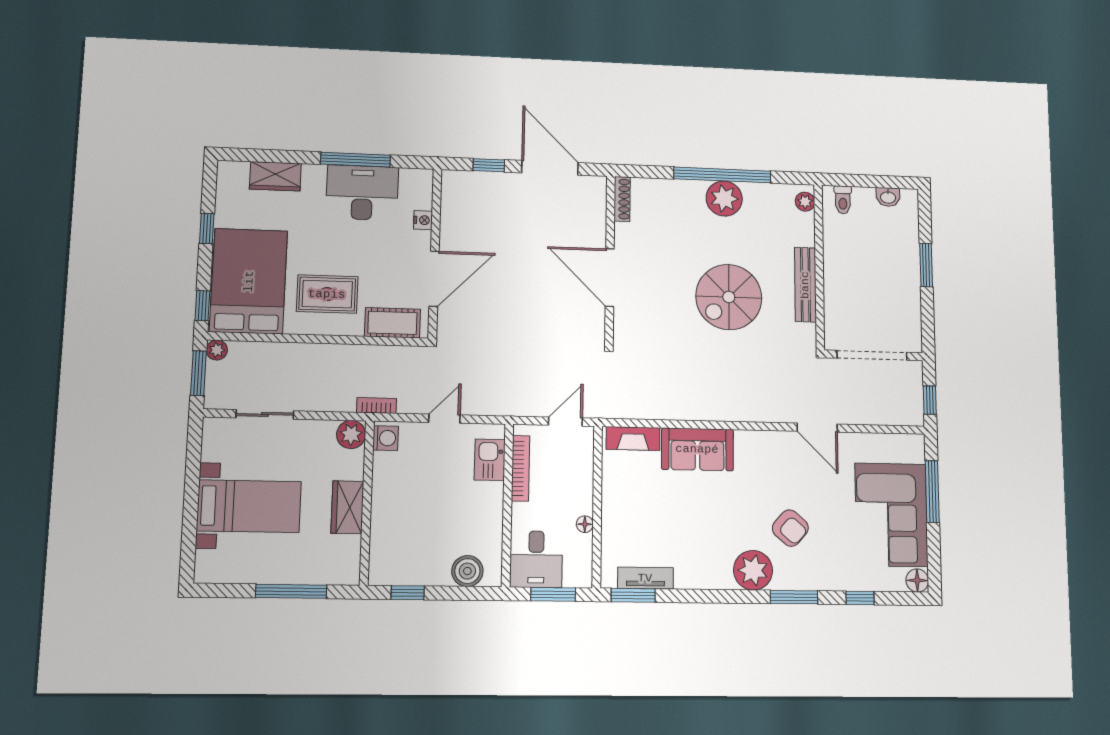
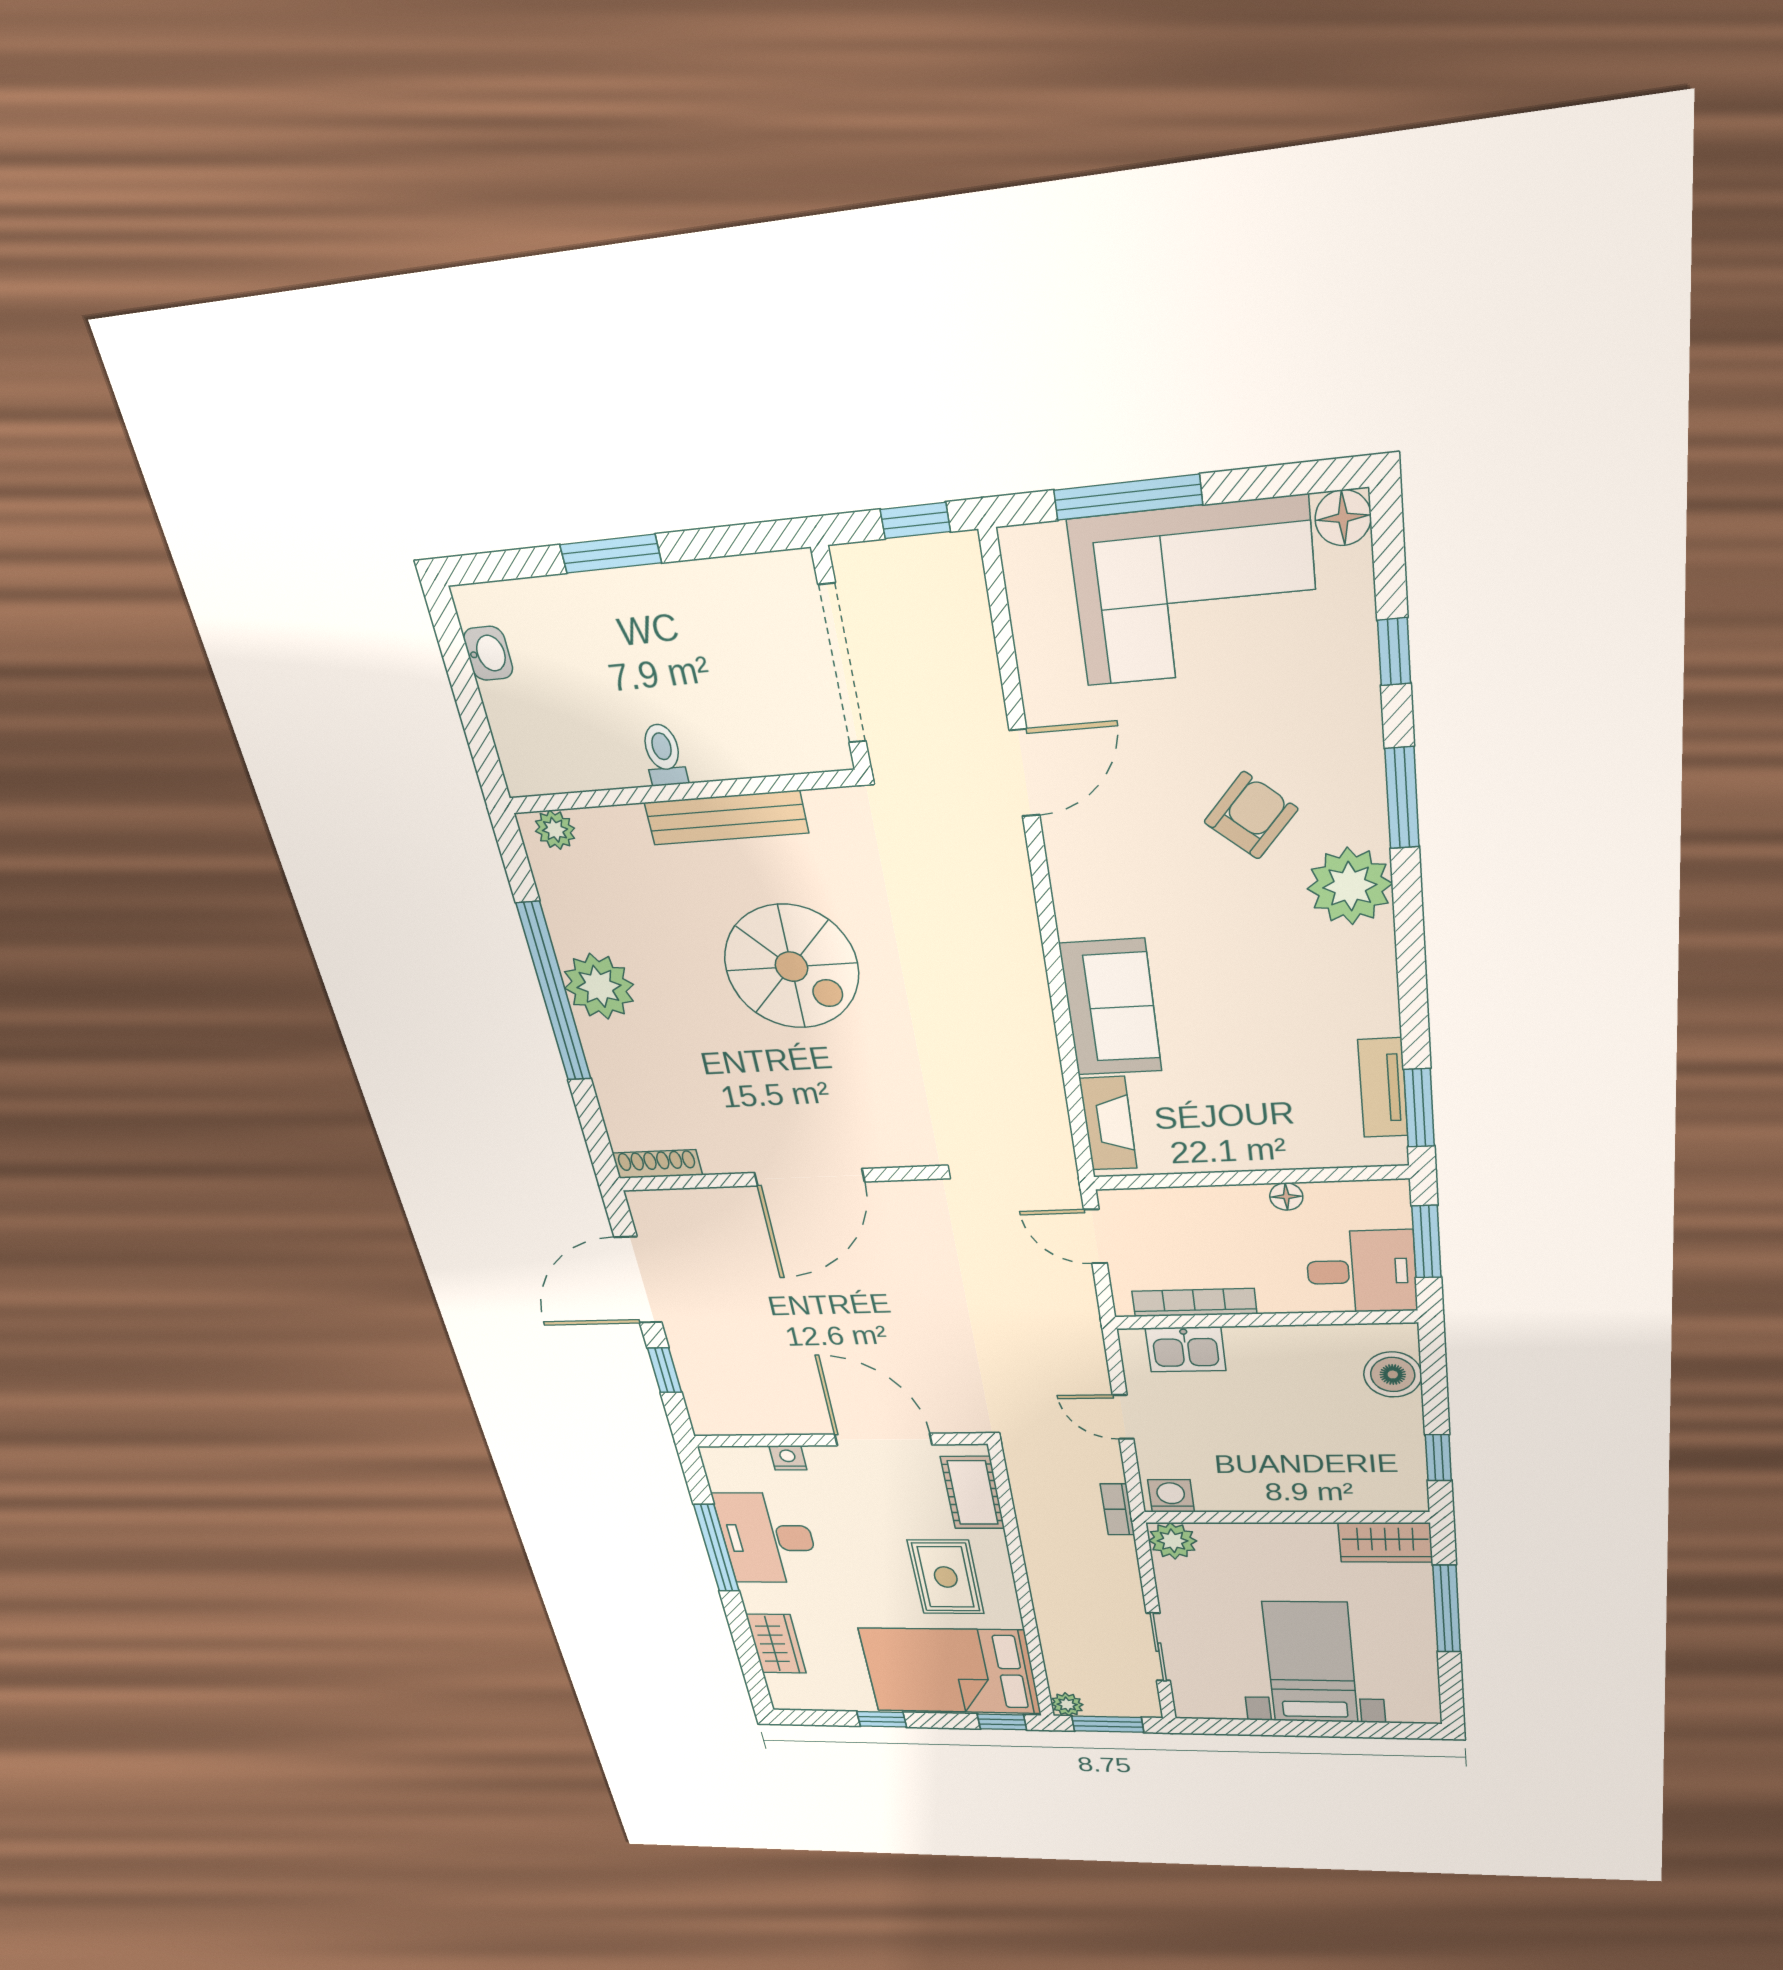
toilet: (843, 200) -> (664, 755), moved, turned -90
wardrobe: (347, 507) -> (1385, 1542), moved

